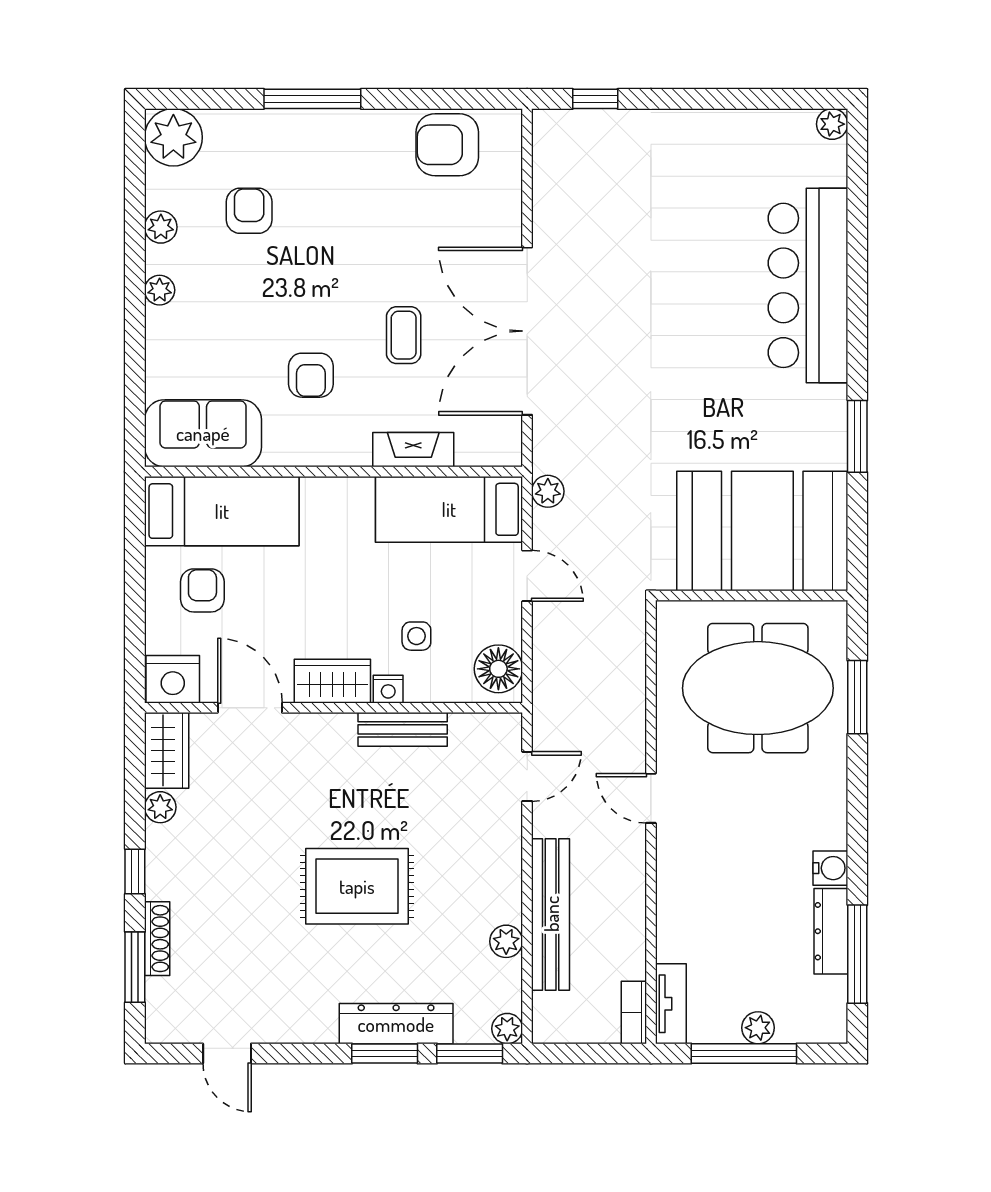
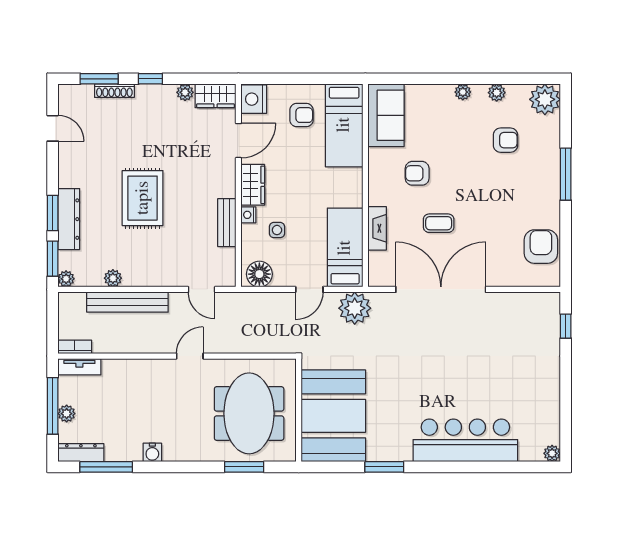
plant: (548, 491) -> (355, 308), width x1.88, depth x1.88
dresser: (831, 931) -> (81, 453), moved
door: (227, 1053) -> (53, 128), swing flipped

